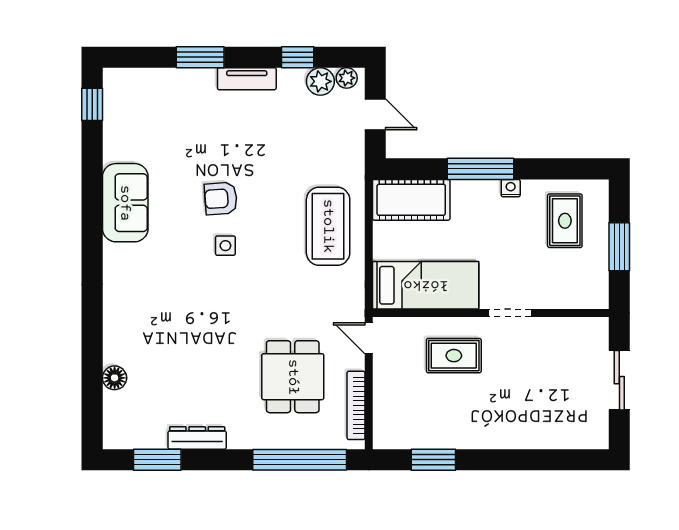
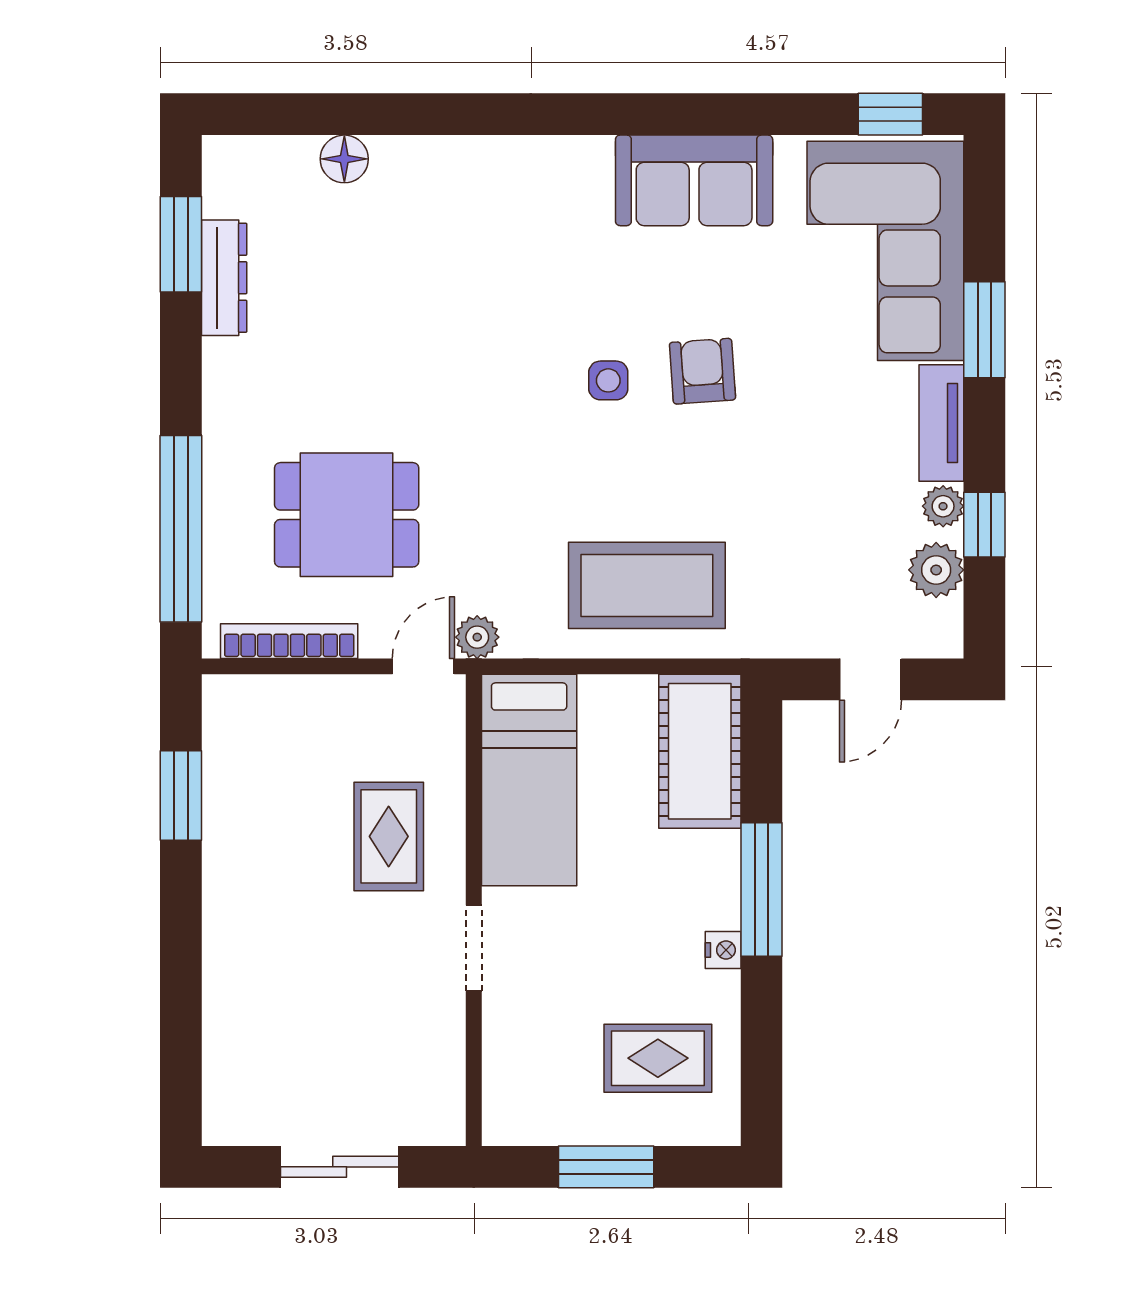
plant: (347, 78) -> (943, 506), moved
corner sofa: (161, 107) -> (885, 251), added
plant: (354, 311) -> (477, 637), added
dresser: (197, 438) -> (224, 278), moved

